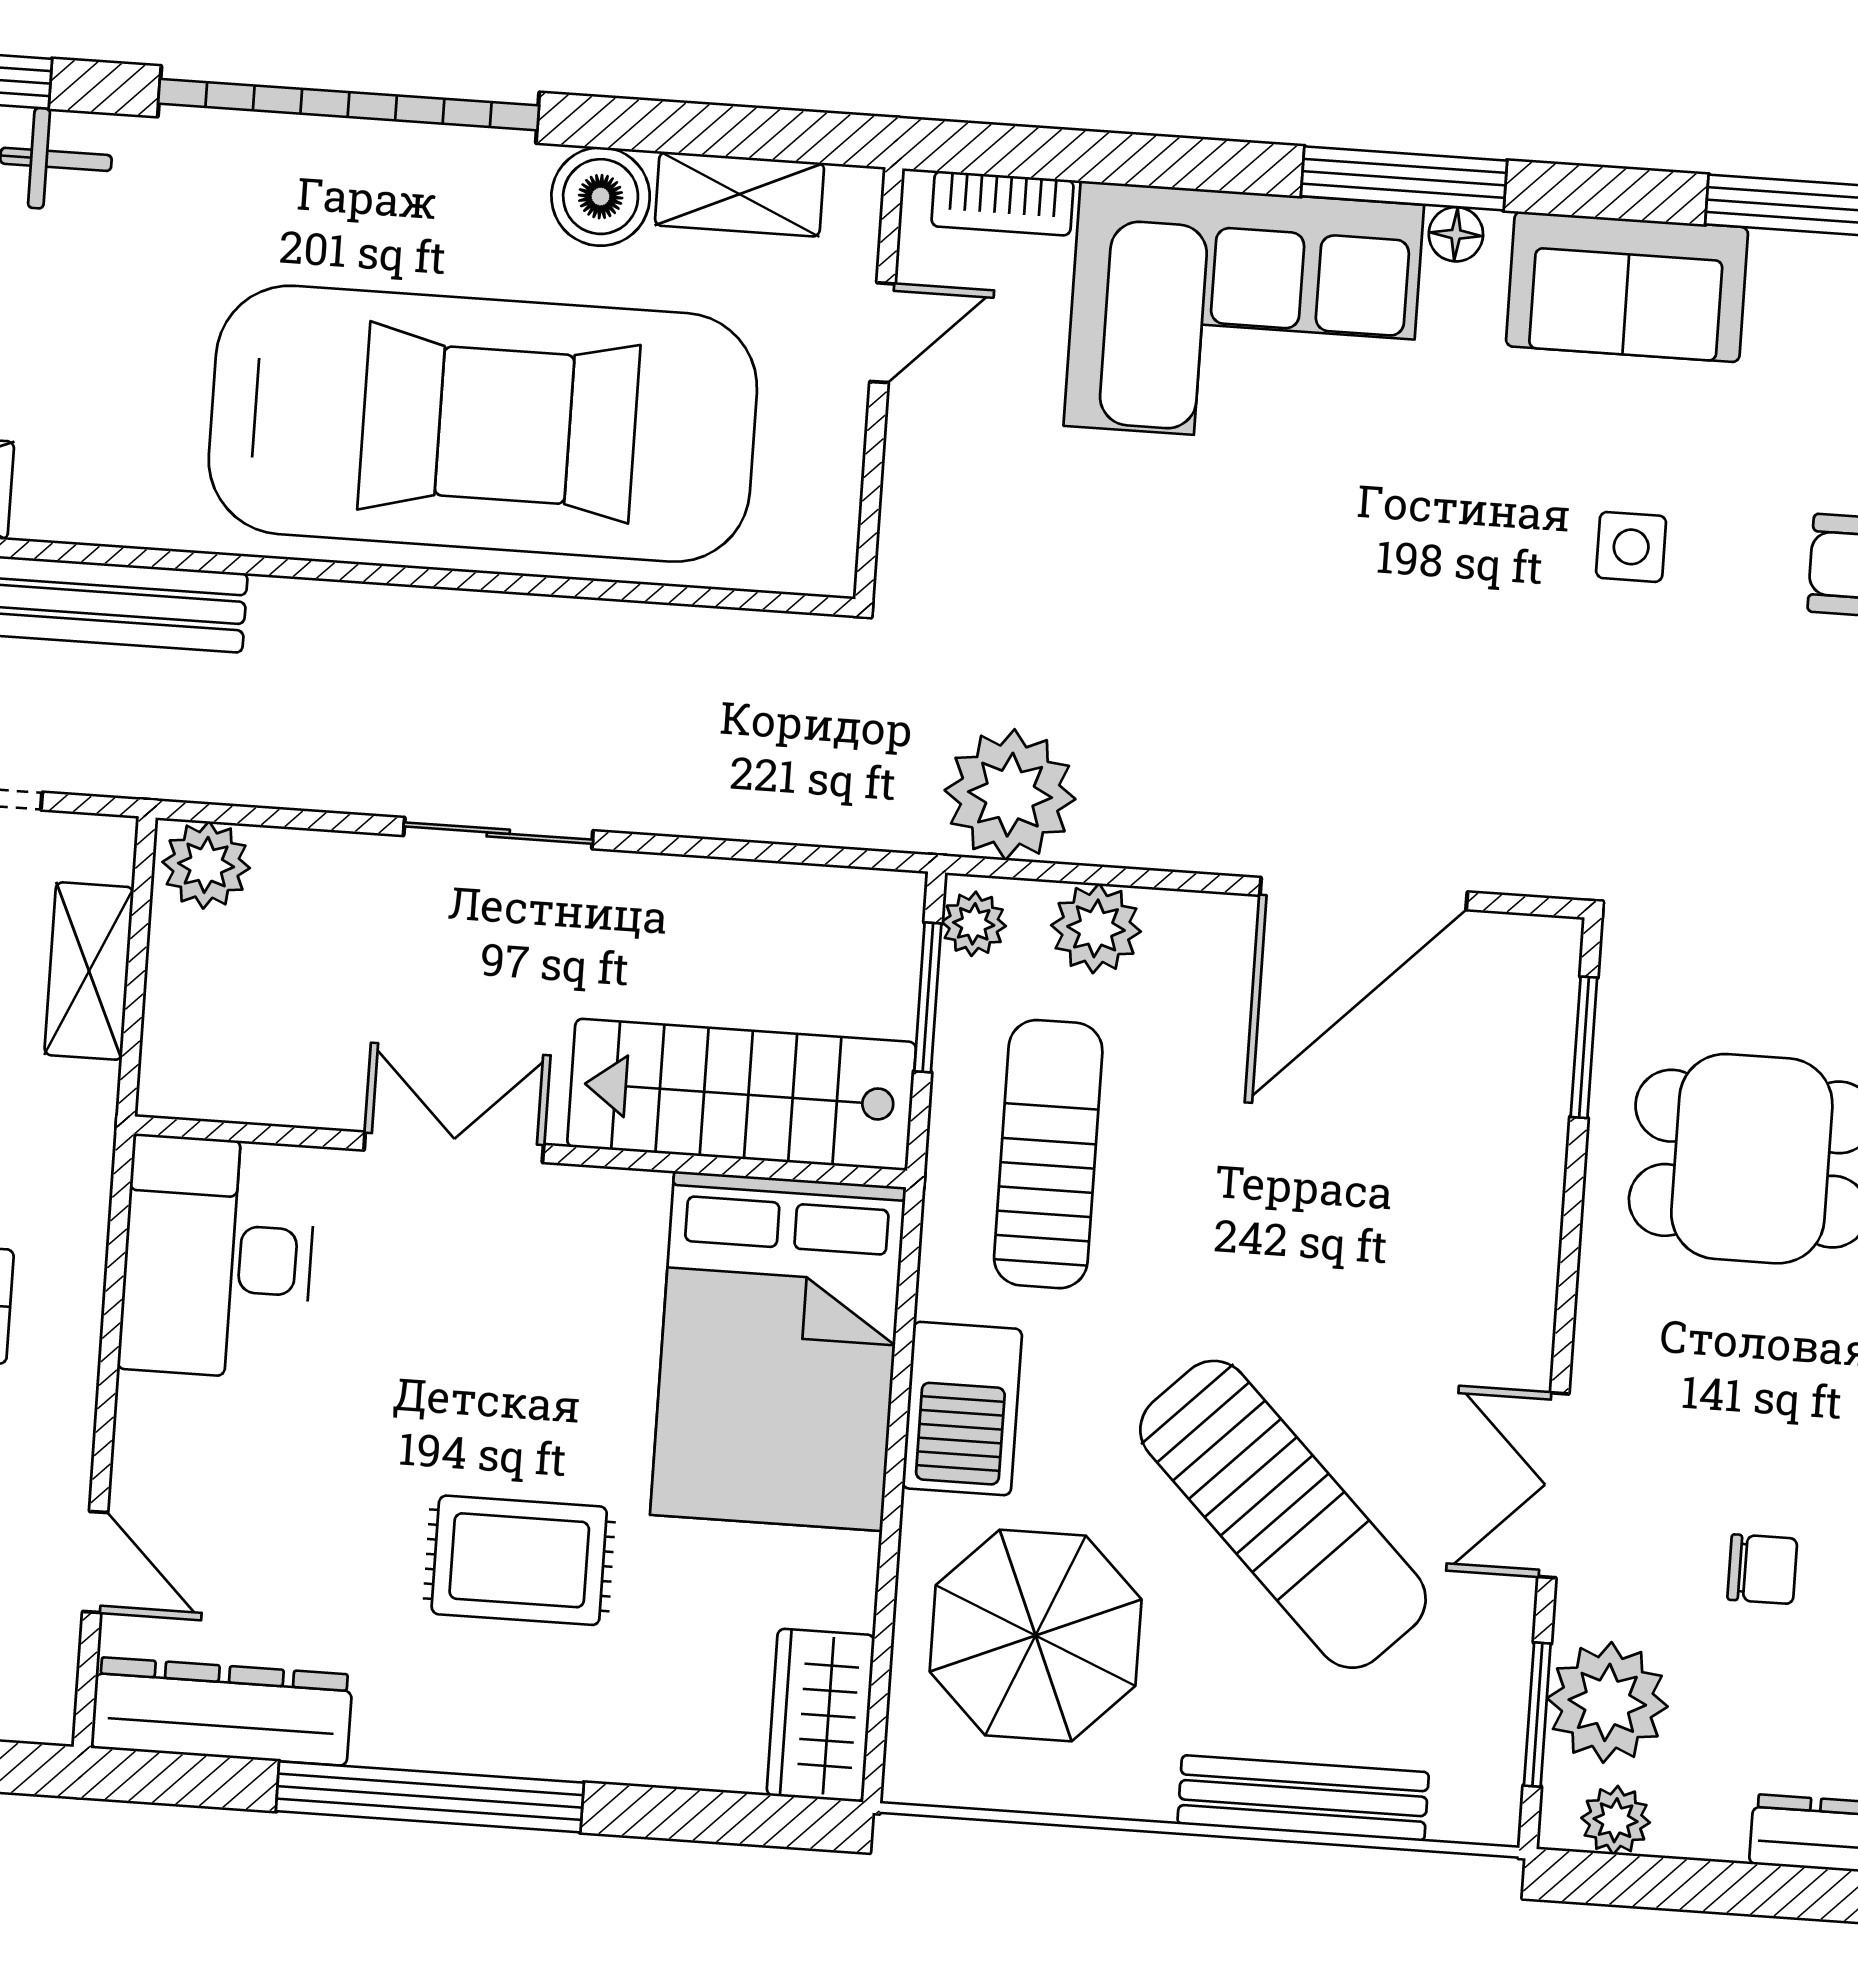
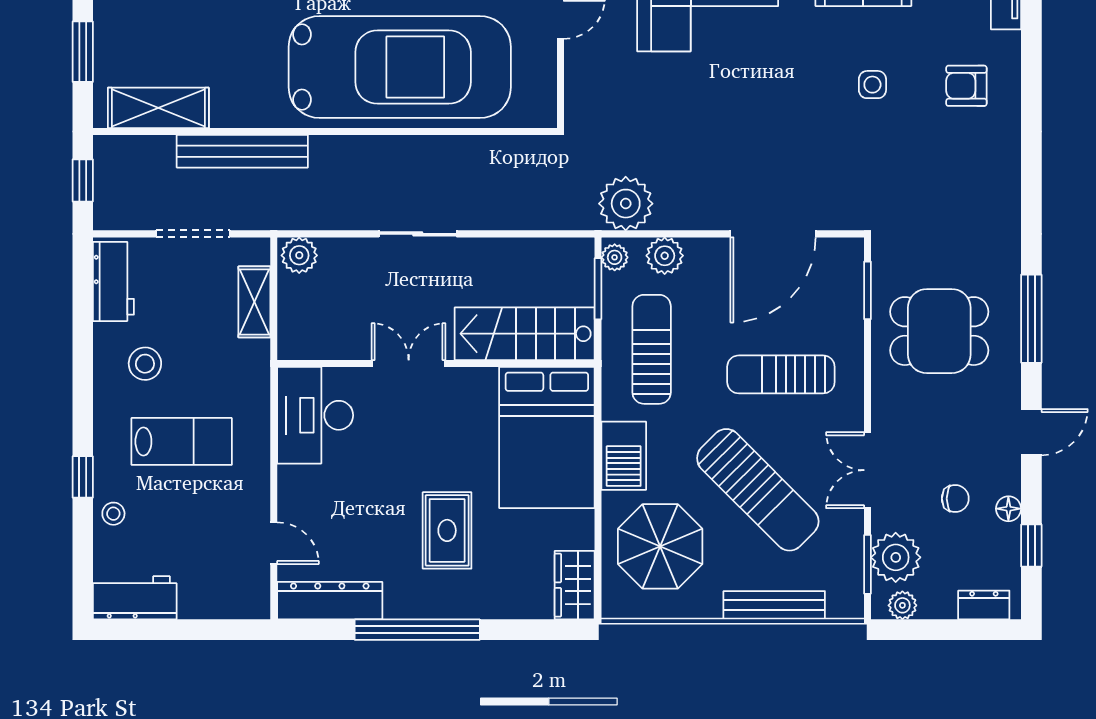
sun lounger: (1359, 1237) -> (781, 374), added
rug: (519, 1560) -> (447, 530), turned 90

